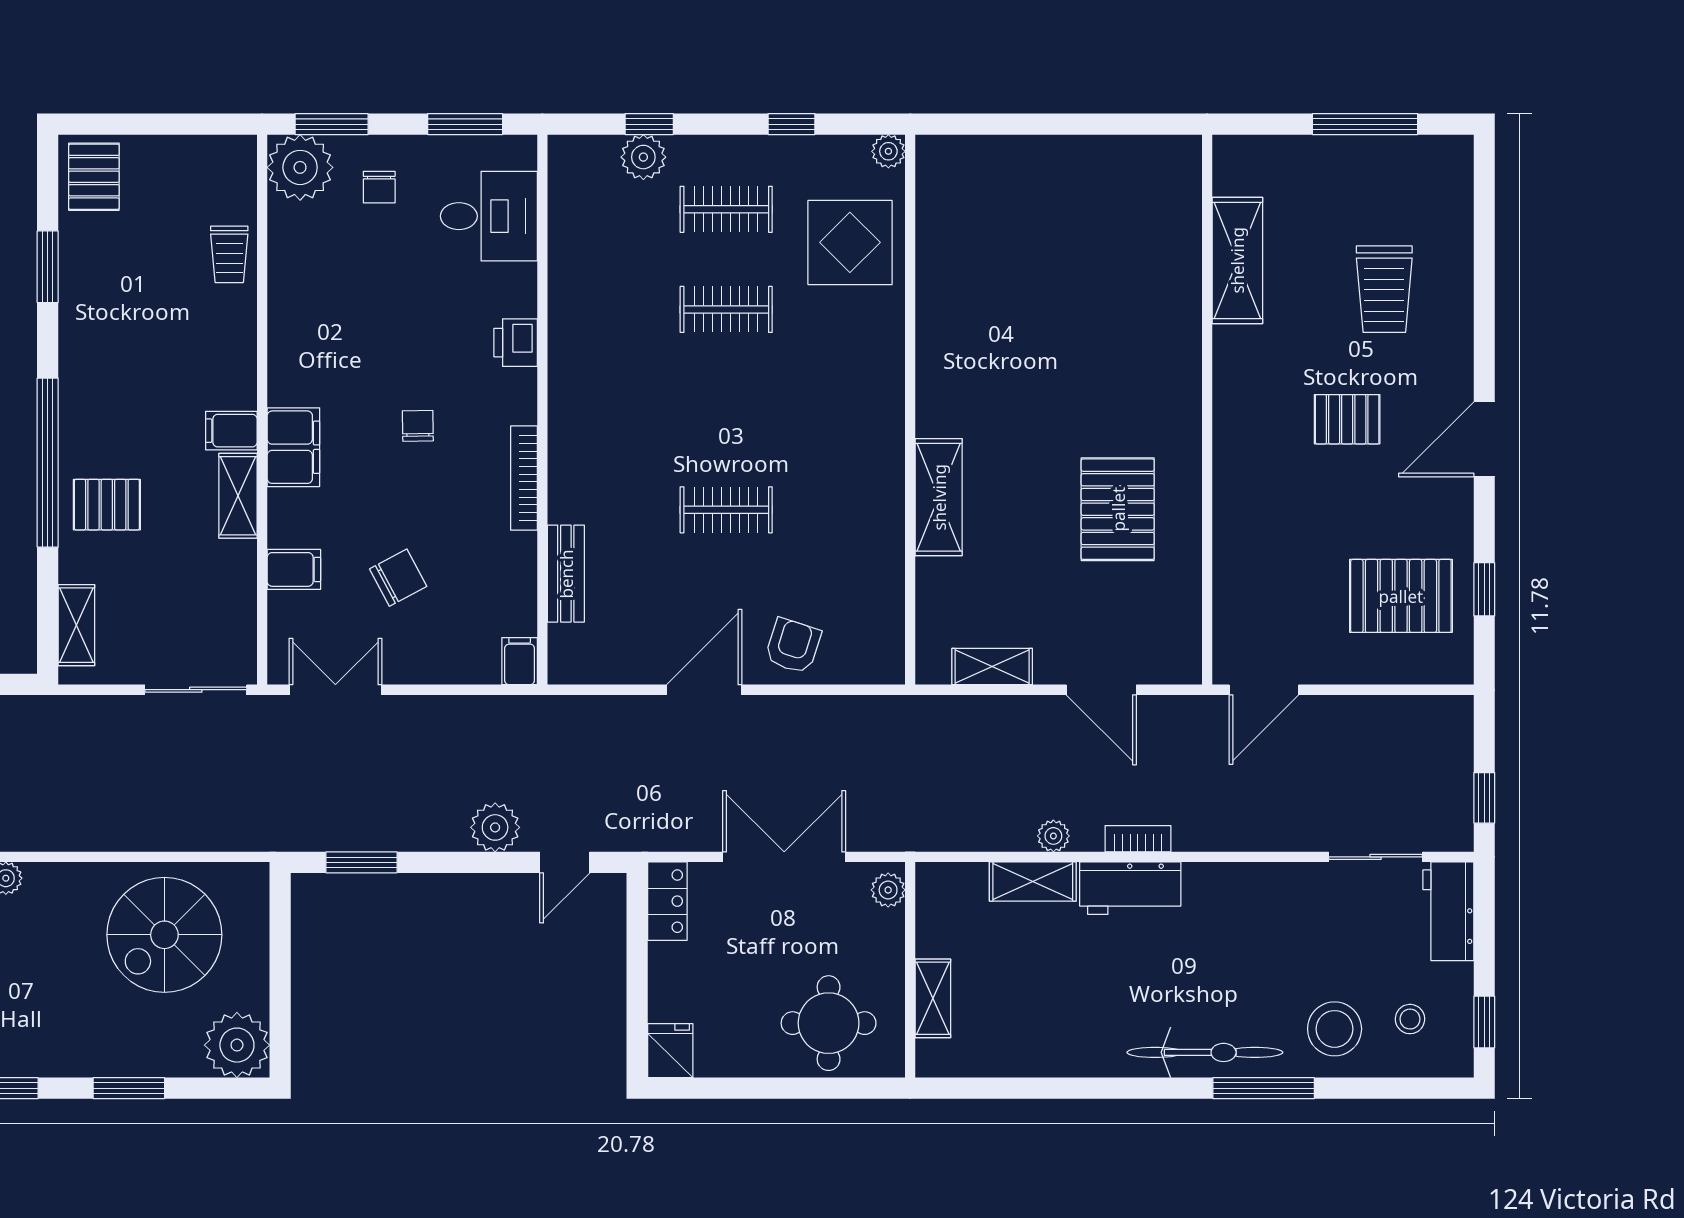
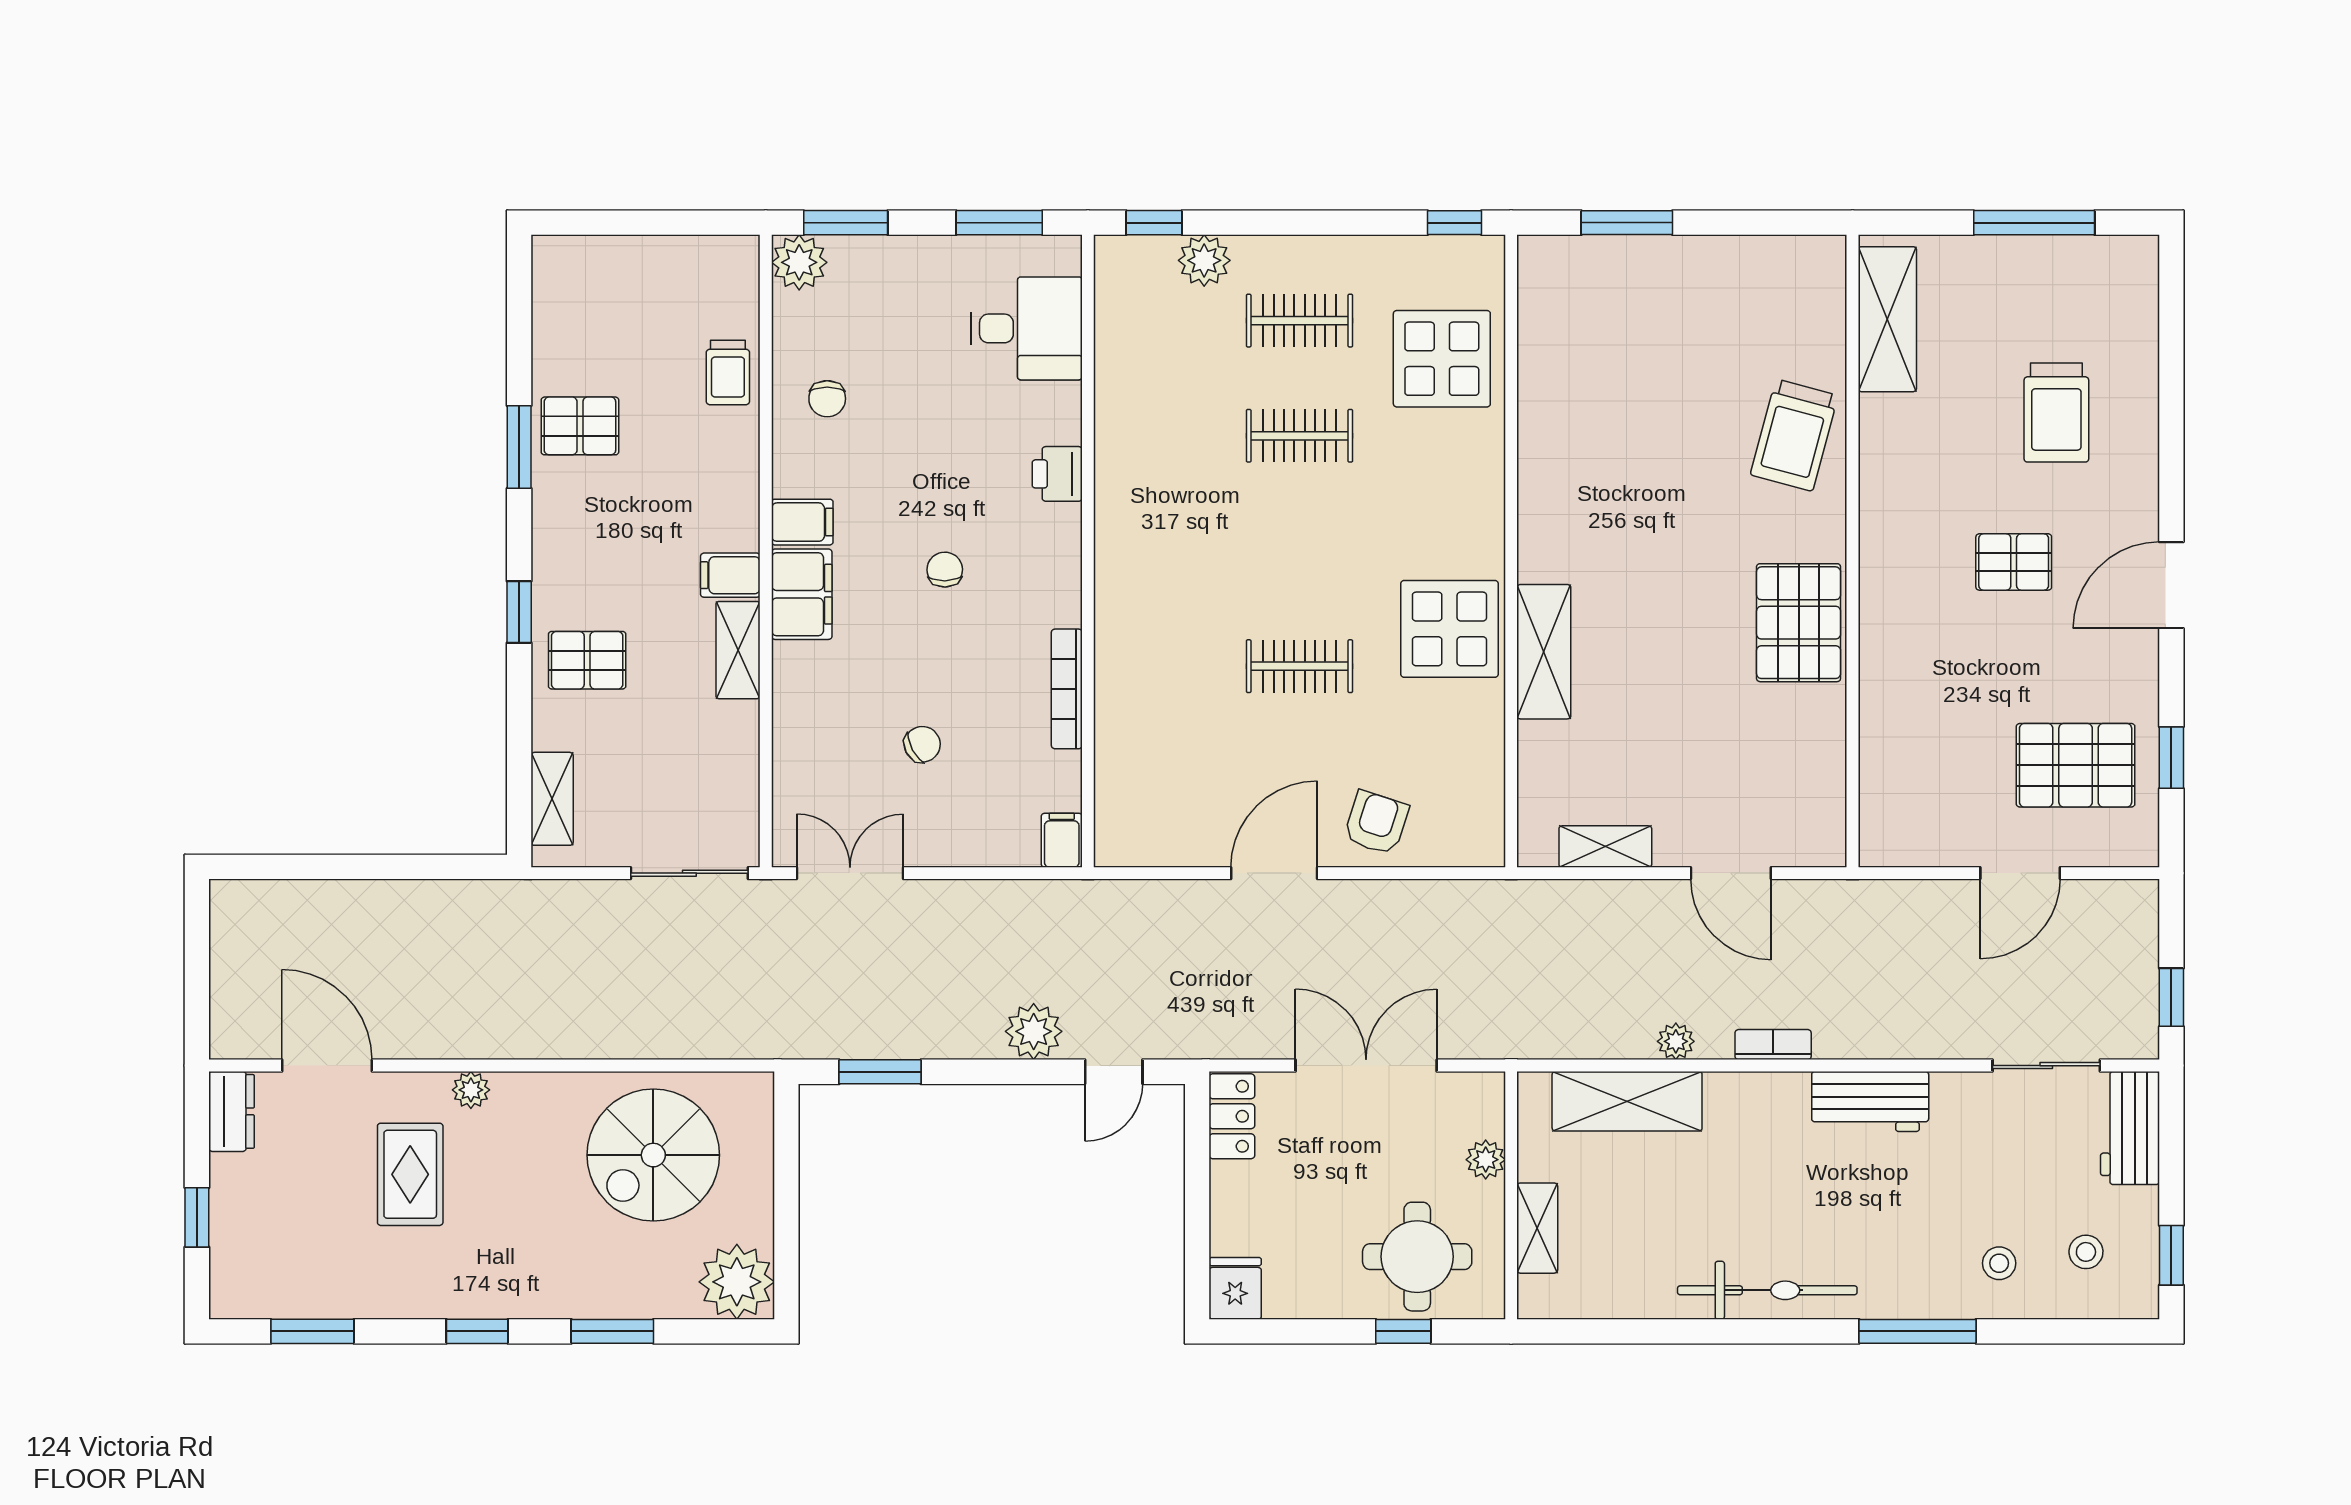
window: (649, 124) -> (1154, 223), moved
window: (792, 124) -> (1454, 223), moved
window: (1011, 124) -> (1627, 223), added
plant: (888, 151) -> (1486, 254), removed
plant: (300, 167) -> (799, 262), width x0.73, depth x0.73
pallet: (94, 177) -> (580, 426), moved, turned 90
chair: (379, 187) -> (827, 399), moved
shelving: (1237, 260) -> (1887, 319), moved
window: (48, 267) -> (519, 447), moved
trolley: (1156, 309) -> (1794, 435), added
window: (48, 463) -> (519, 612), width x0.32
display table: (857, 477) -> (1449, 629), added
bookcase: (524, 478) -> (1067, 689), moved
pallet: (1118, 509) -> (1799, 623), moved
filing cabinet: (294, 569) -> (802, 522), moved
bench: (566, 574) -> (1115, 740), removed
chair: (398, 578) -> (922, 744), width x0.73, depth x0.73
door: (1264, 690) -> (2020, 873), moved
shelving: (1033, 882) -> (1627, 1101), width x1.50, depth x1.33
workbench: (1130, 888) -> (1870, 1101), moved
plant: (888, 890) -> (1486, 1160), moved
stool: (1335, 1029) -> (1999, 1263), width x0.53, depth x0.53
bicycle: (1205, 1052) -> (1767, 1290), moved
window: (816, 1088) -> (1403, 1331), added

